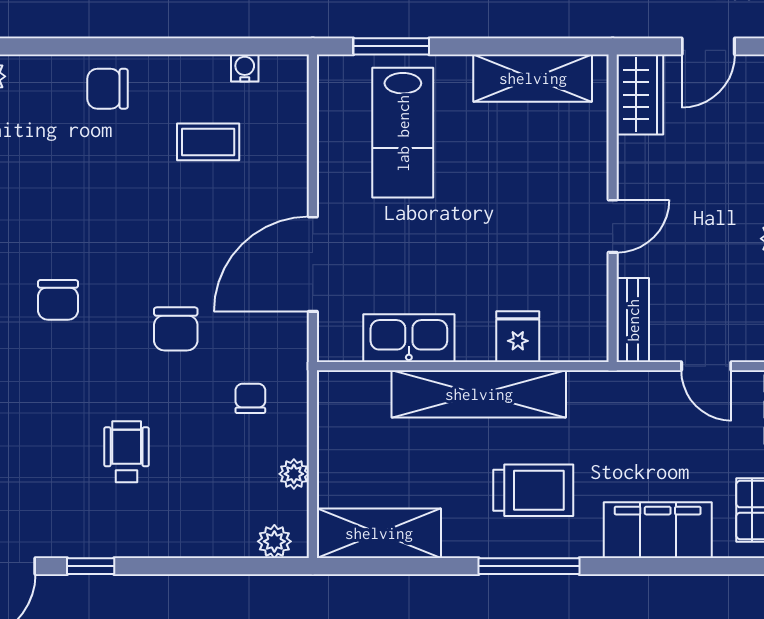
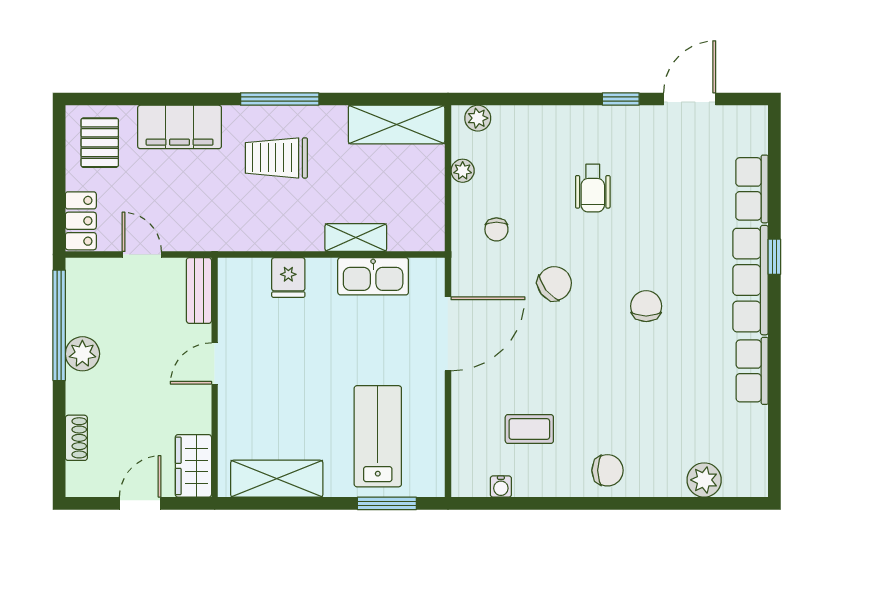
chair: (176, 329) -> (554, 284), turned 52
shelving: (479, 394) -> (356, 238), width x0.45, depth x0.75

